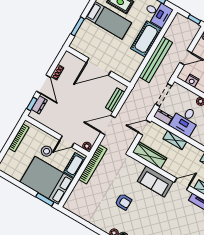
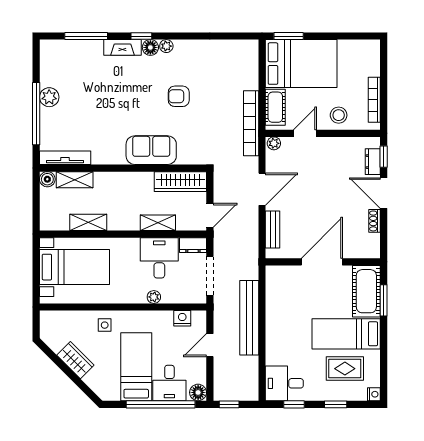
cot: (146, 39) -> (366, 291), moved
stool: (47, 151) -> (339, 115), moved
door: (182, 184) -> (113, 168), removed

